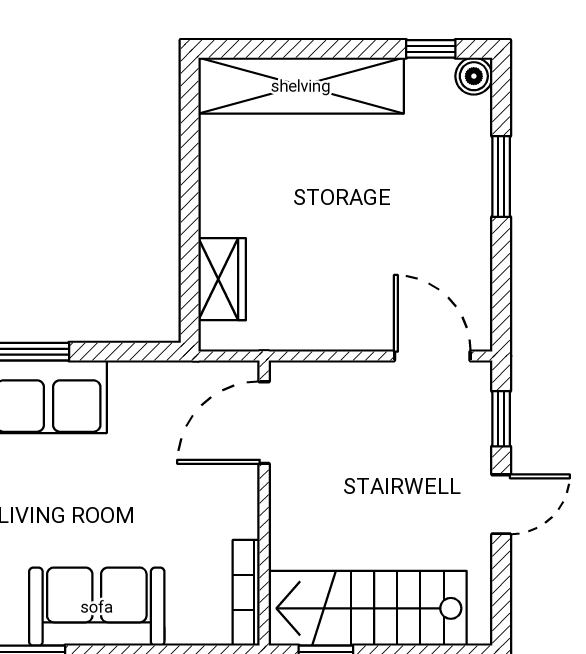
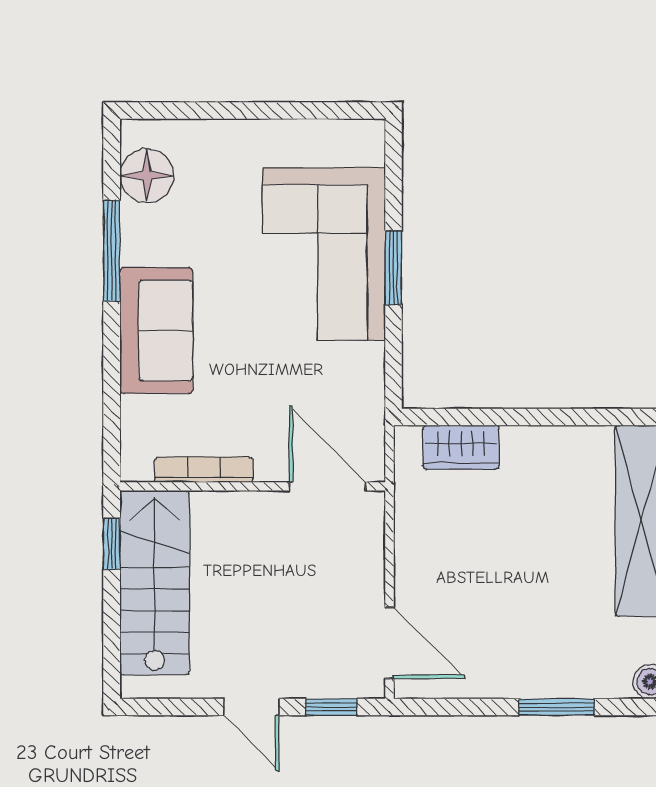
door: (432, 356) -> (389, 643), hinge flipped
bookcase: (246, 593) -> (204, 470), moved

